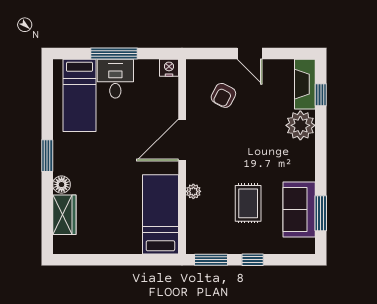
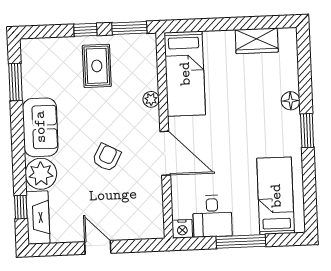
desk: (115, 79) -> (212, 216), moved
armchair: (223, 95) -> (107, 157), moved
door: (182, 140) -> (165, 153), hinge flipped
rug: (248, 203) -> (97, 66), moved
sofa: (299, 210) -> (40, 127), moved
wardrobe: (64, 215) -> (257, 41), moved, turned -90

